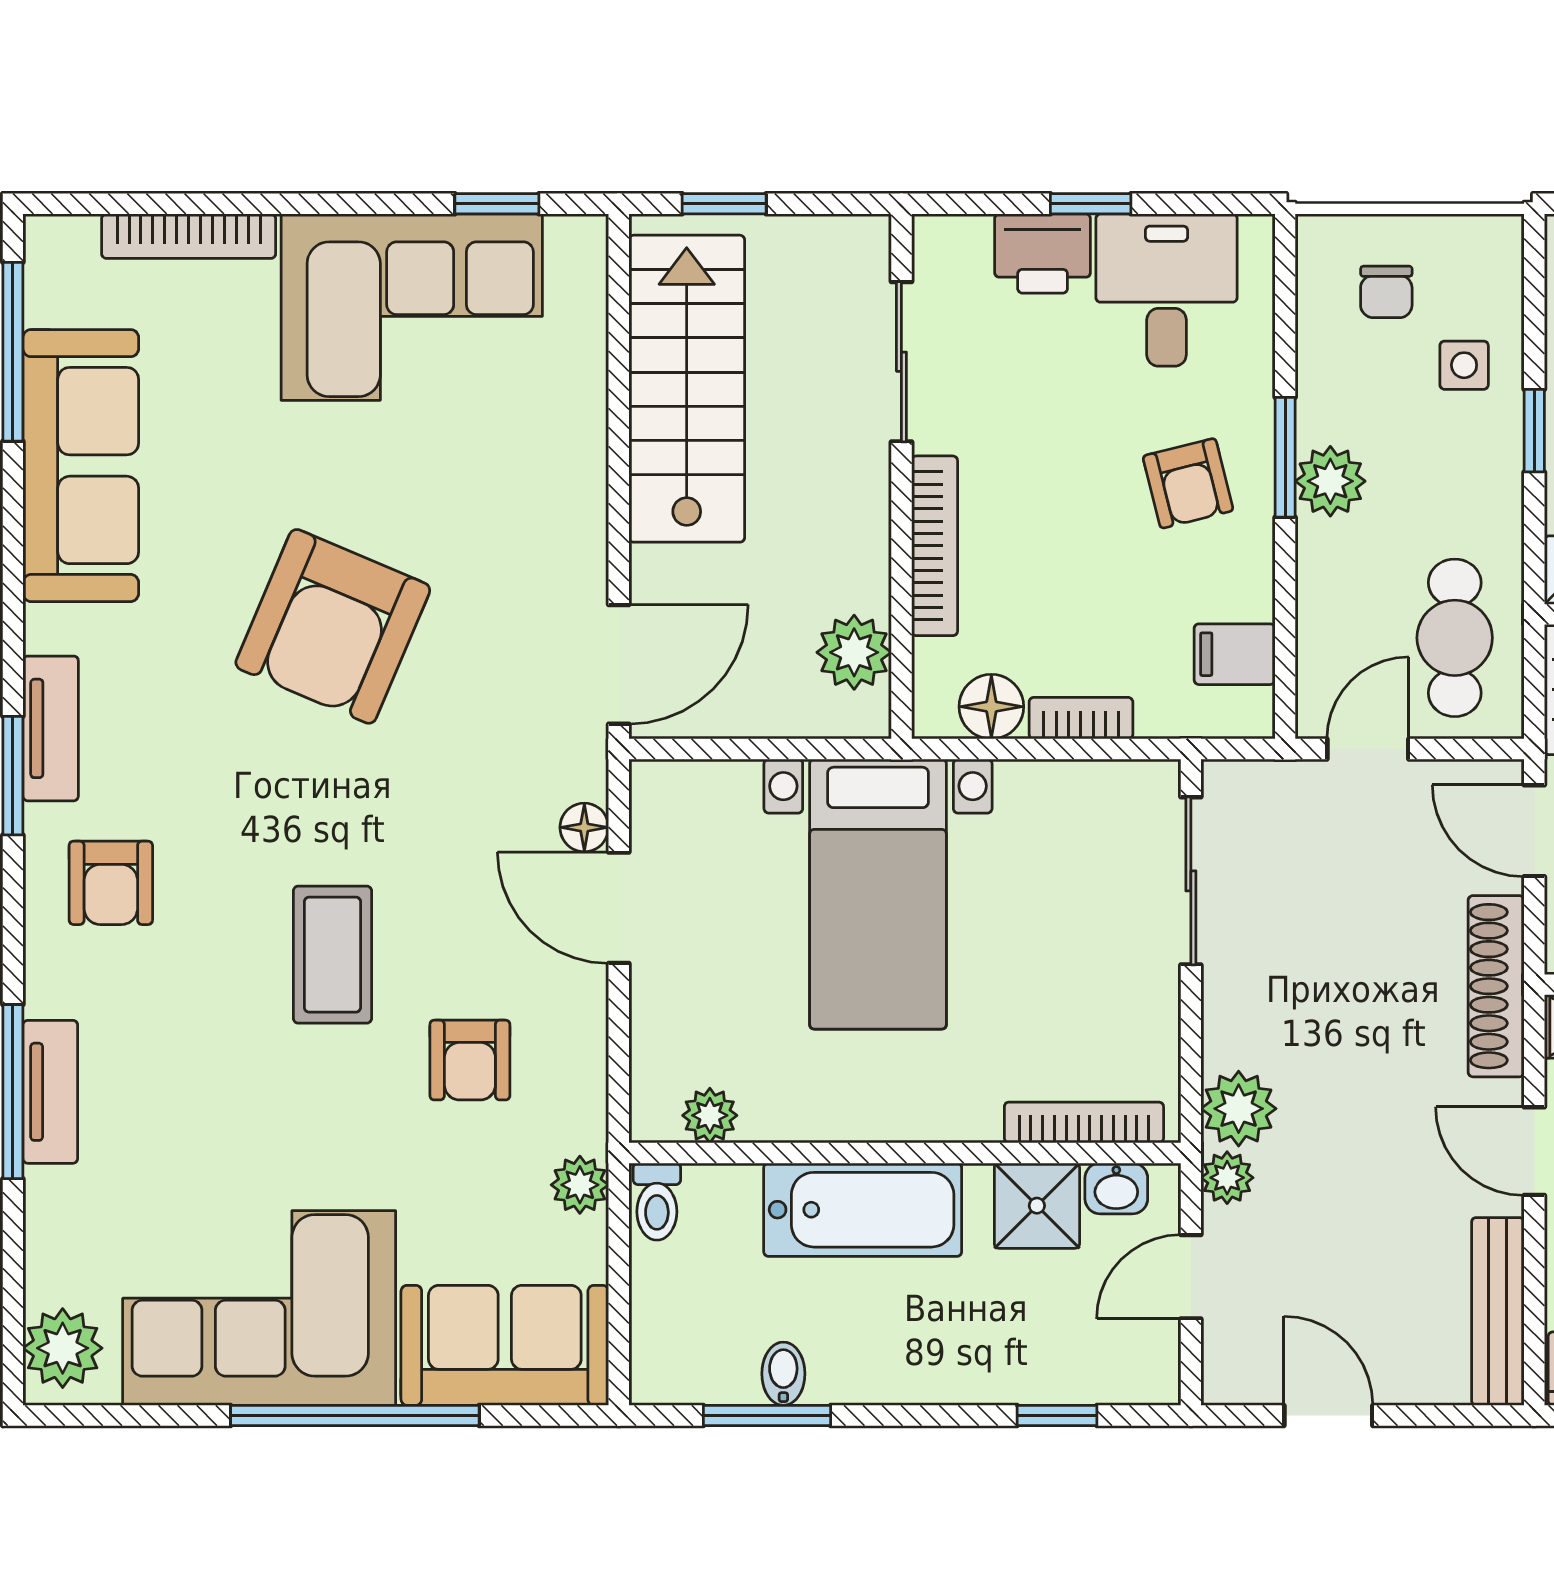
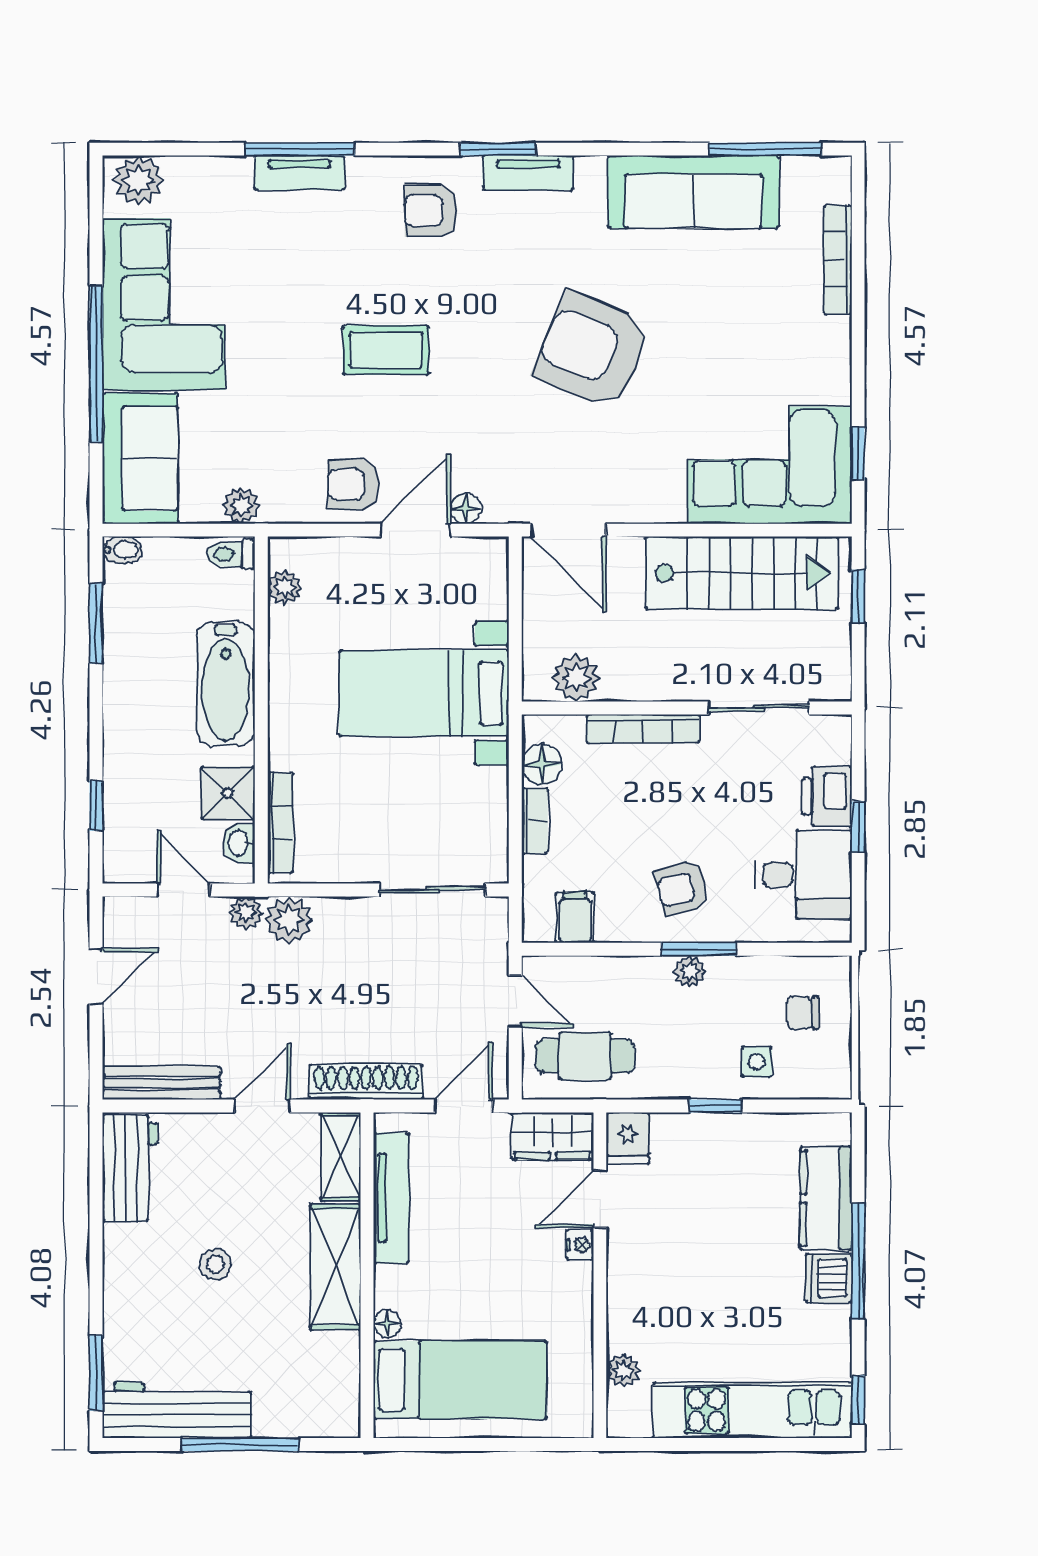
corner sofa: (412, 307) -> (770, 465), moved, turned 90
plant: (1330, 481) -> (690, 972), width x0.73, depth x0.73
armchair: (470, 1060) -> (353, 484), moved
bidet: (783, 1374) -> (122, 550), moved

